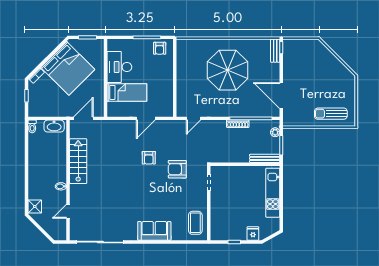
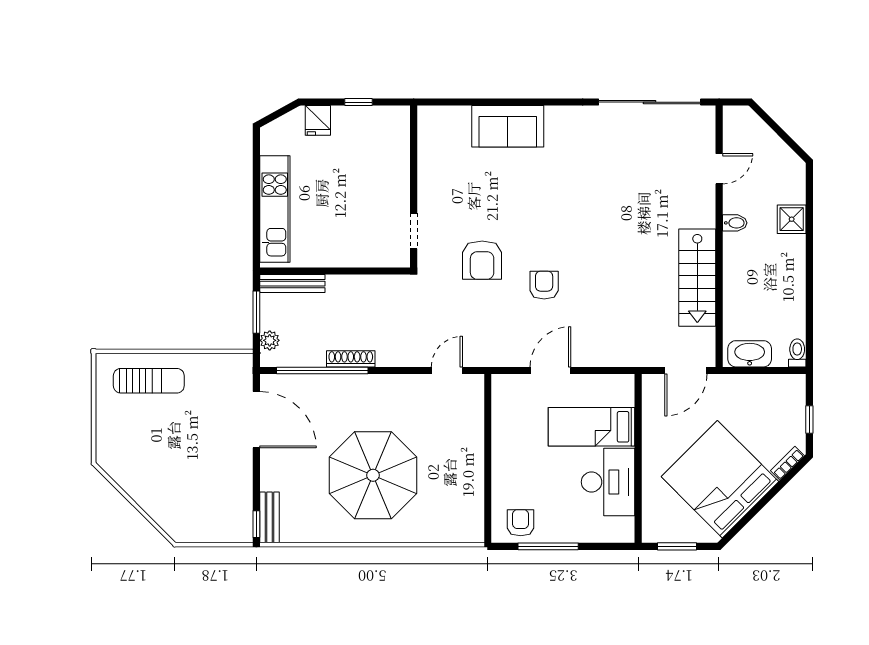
armchair: (177, 169) -> (482, 260), turned 90
shower: (35, 206) -> (792, 219), moved
coffee table: (195, 223) -> (443, 144), removed
sofa: (154, 231) -> (508, 126), moved

